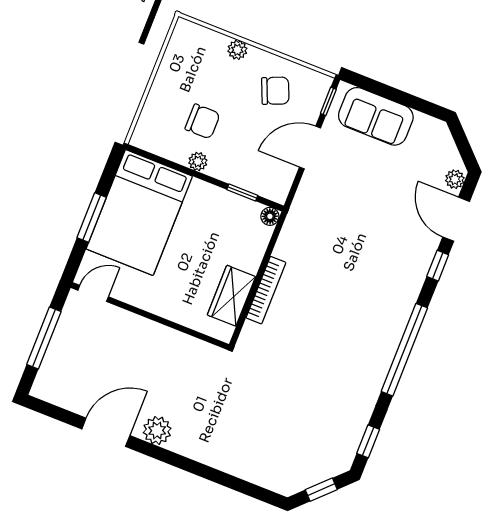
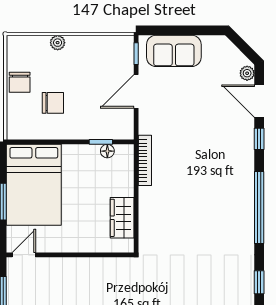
chair: (275, 91) -> (20, 82), moved, turned 113
plant: (198, 162) -> (61, 132), removed
floor lamp: (270, 216) -> (107, 151), moved
bookcase: (266, 290) -> (145, 160), moved

